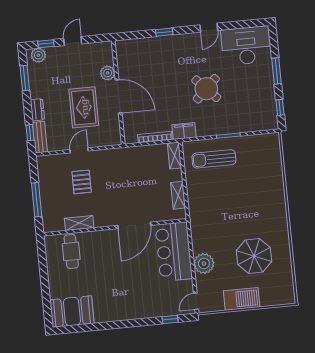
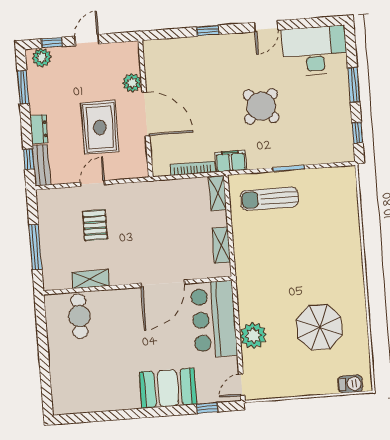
barbecue: (242, 299) -> (350, 384), moved, width x0.53, depth x0.65
booth: (72, 312) -> (168, 388), moved

